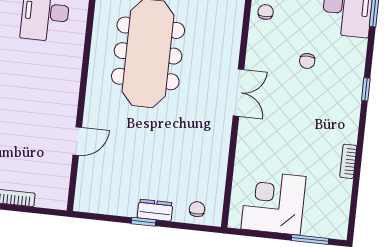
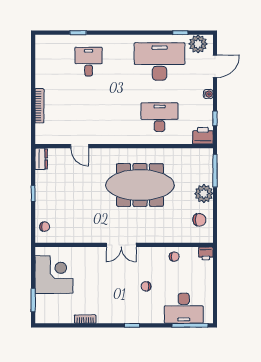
dresser: (155, 210) -> (41, 159), moved

